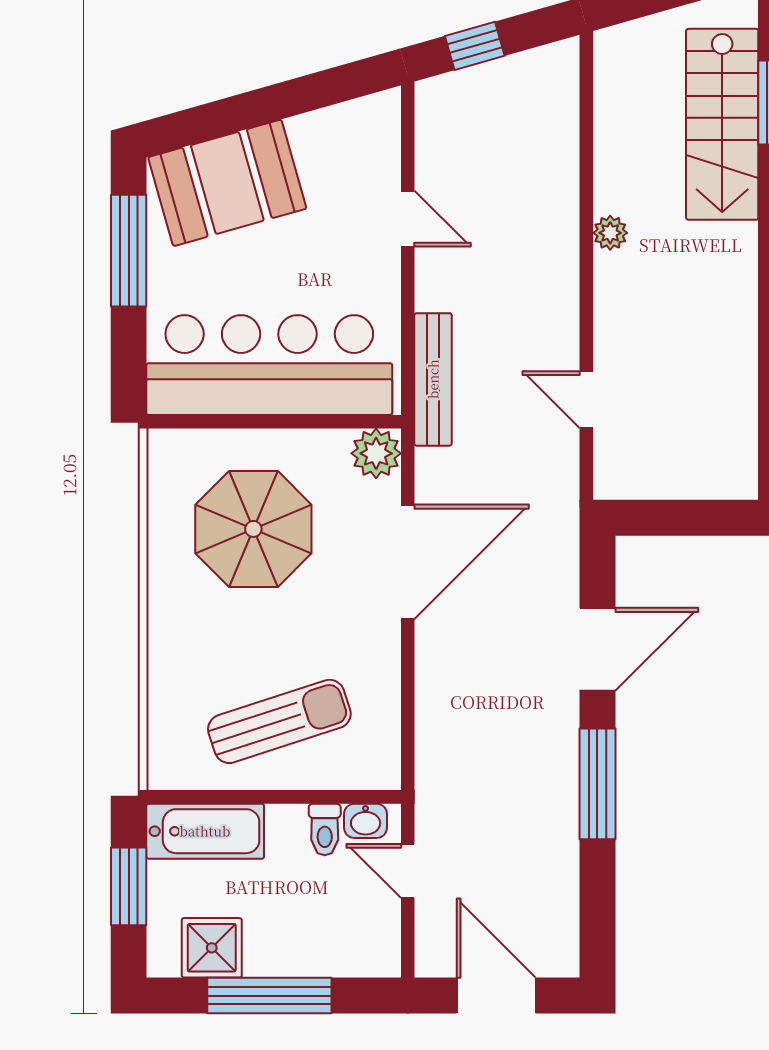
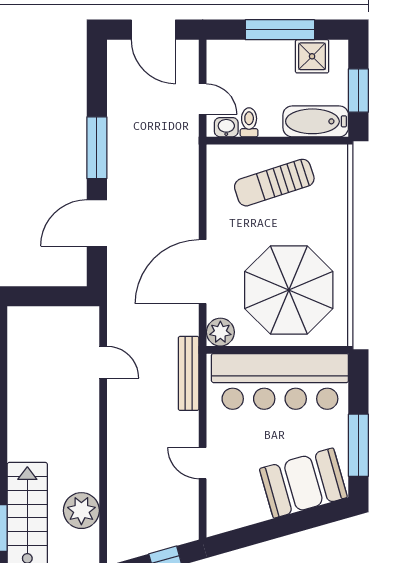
plant: (610, 233) -> (81, 511), moved, width x1.87, depth x1.87
parasol: (253, 529) -> (289, 290), width x1.36, depth x1.36

